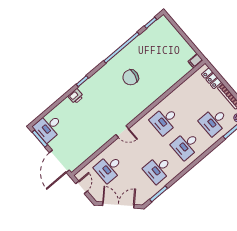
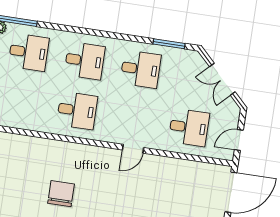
chair: (131, 77) -> (61, 194), turned -100
door: (122, 132) -> (133, 149), swing flipped
double door: (118, 205) -> (222, 79), width x0.73

